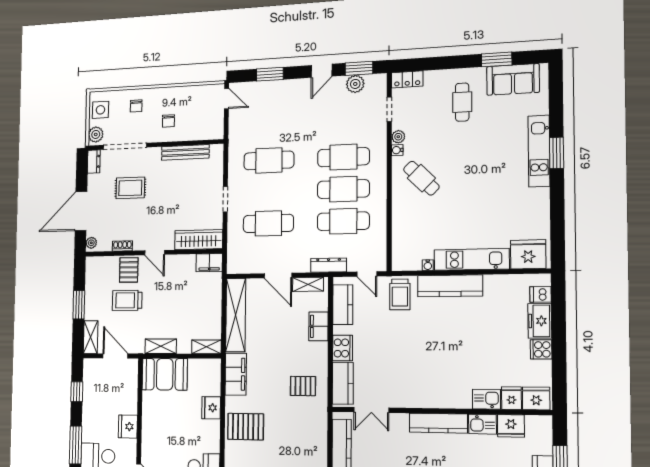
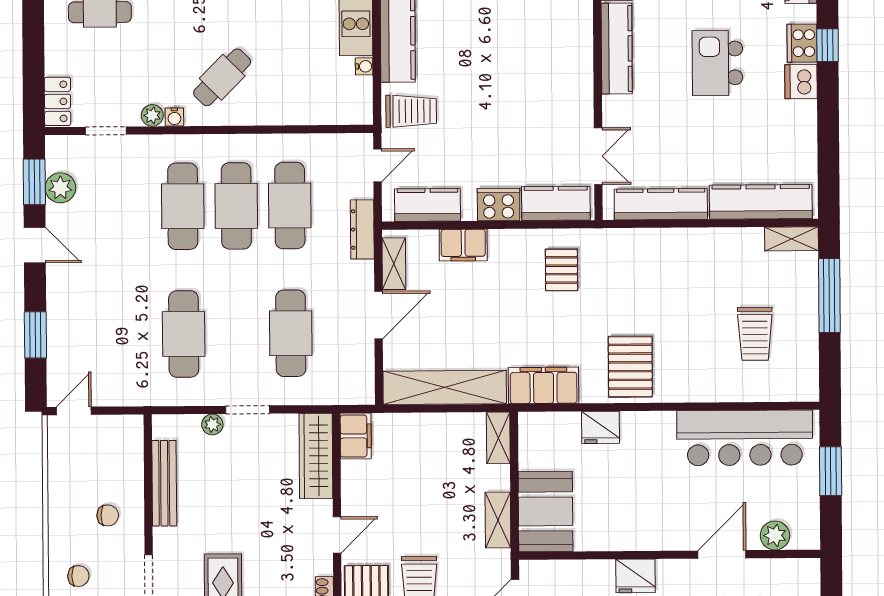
plant: (217, 179) -> (212, 424), added

